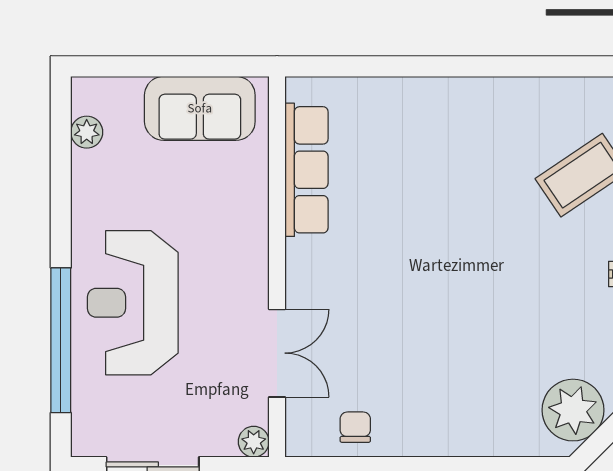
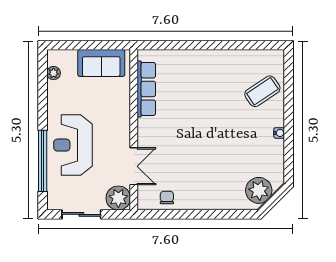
plant: (254, 442) -> (118, 198), width x1.88, depth x1.88

